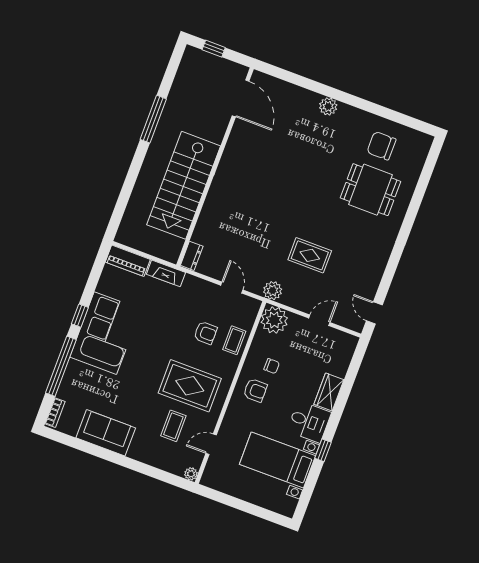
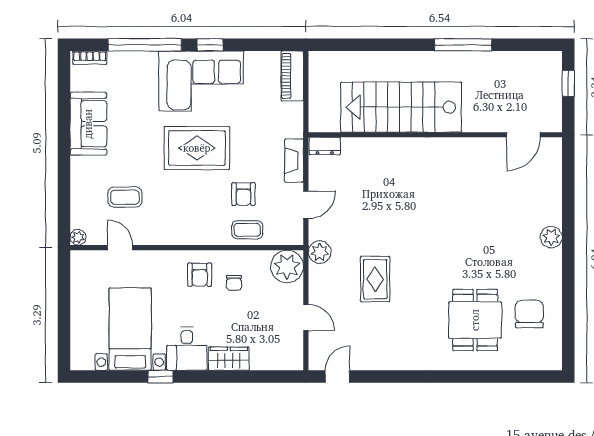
door: (241, 98) -> (523, 135), width x0.73
fireplace: (166, 273) -> (294, 161), moved
rug: (190, 386) -> (197, 148), moved, turned 90

